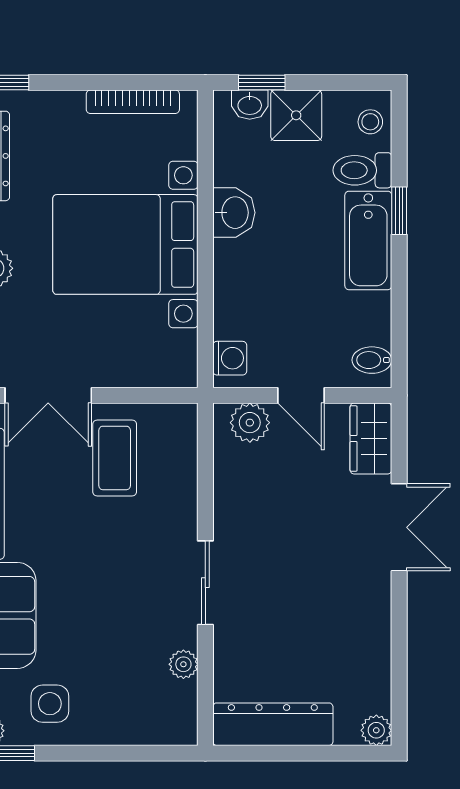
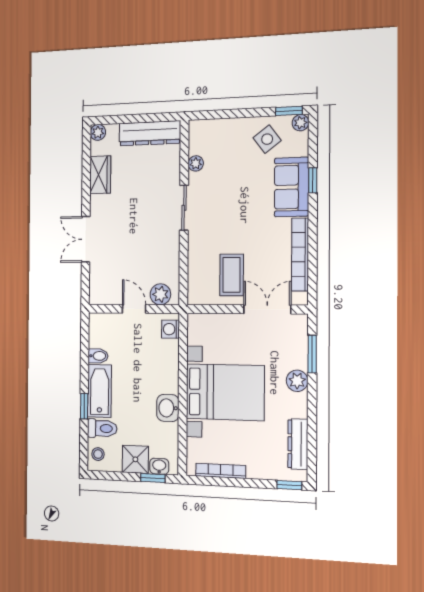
bidet: (372, 360) -> (98, 356), moved
wardrobe: (371, 439) -> (100, 175), moved
side table: (50, 704) -> (267, 139), turned -37

